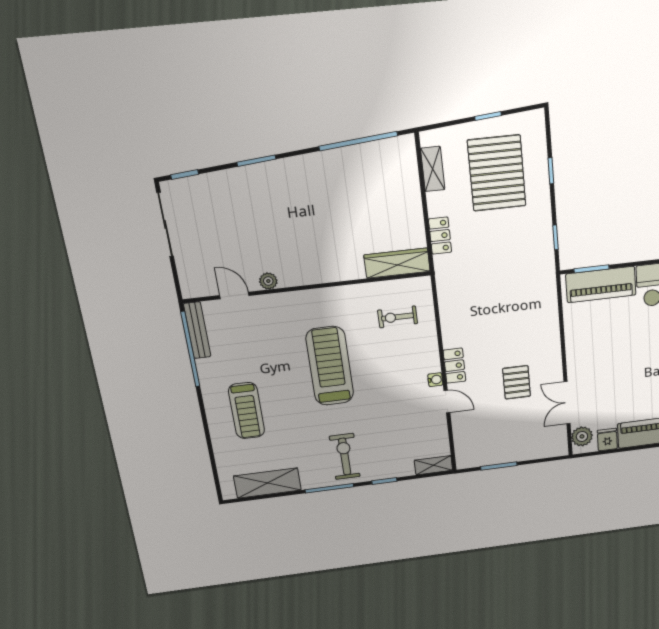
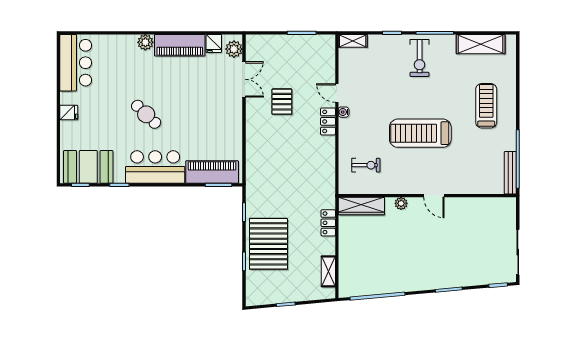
pallet: (497, 173) -> (268, 244), moved
plant: (268, 281) -> (401, 203), moved
door: (234, 295) -> (434, 196), moved
treadmill: (330, 366) -> (420, 133), turned 90

